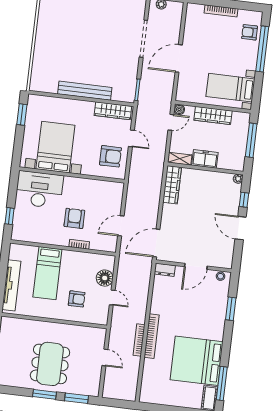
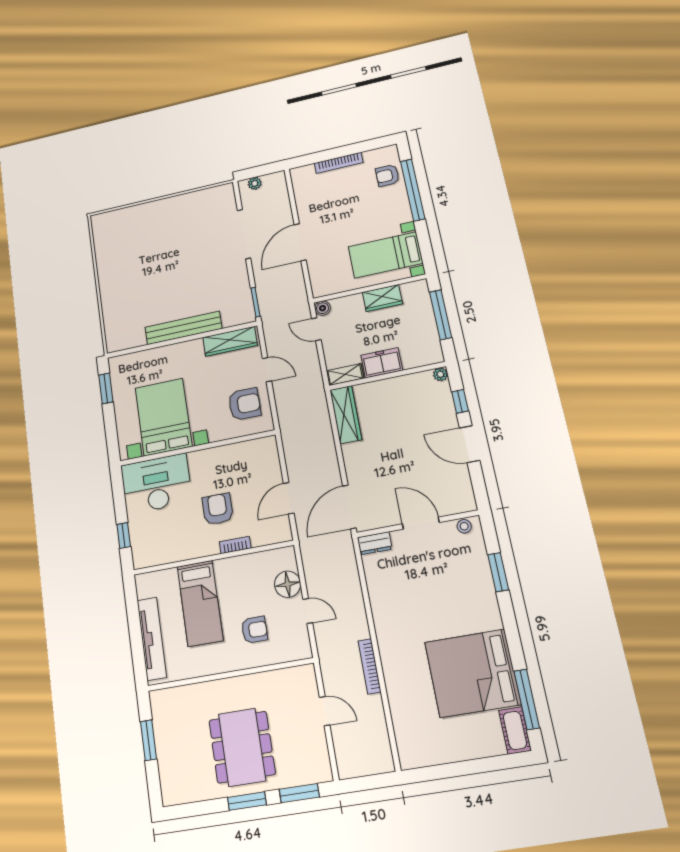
wardrobe: (213, 115) -> (382, 298), width x0.67
door: (171, 122) -> (316, 329), swing flipped
door: (196, 266) -> (421, 523), swing flipped
bookcase: (152, 336) -> (387, 654), removed

